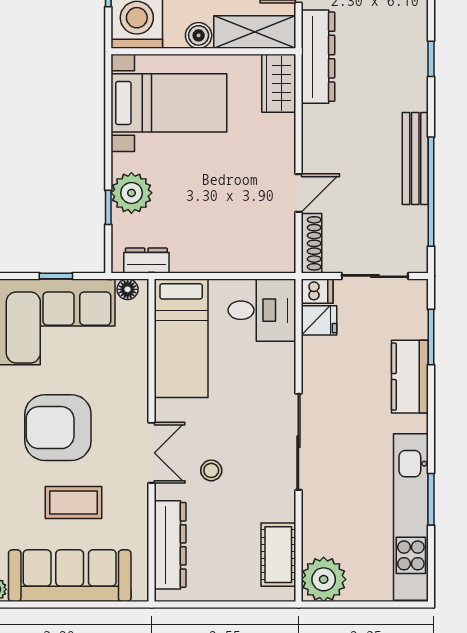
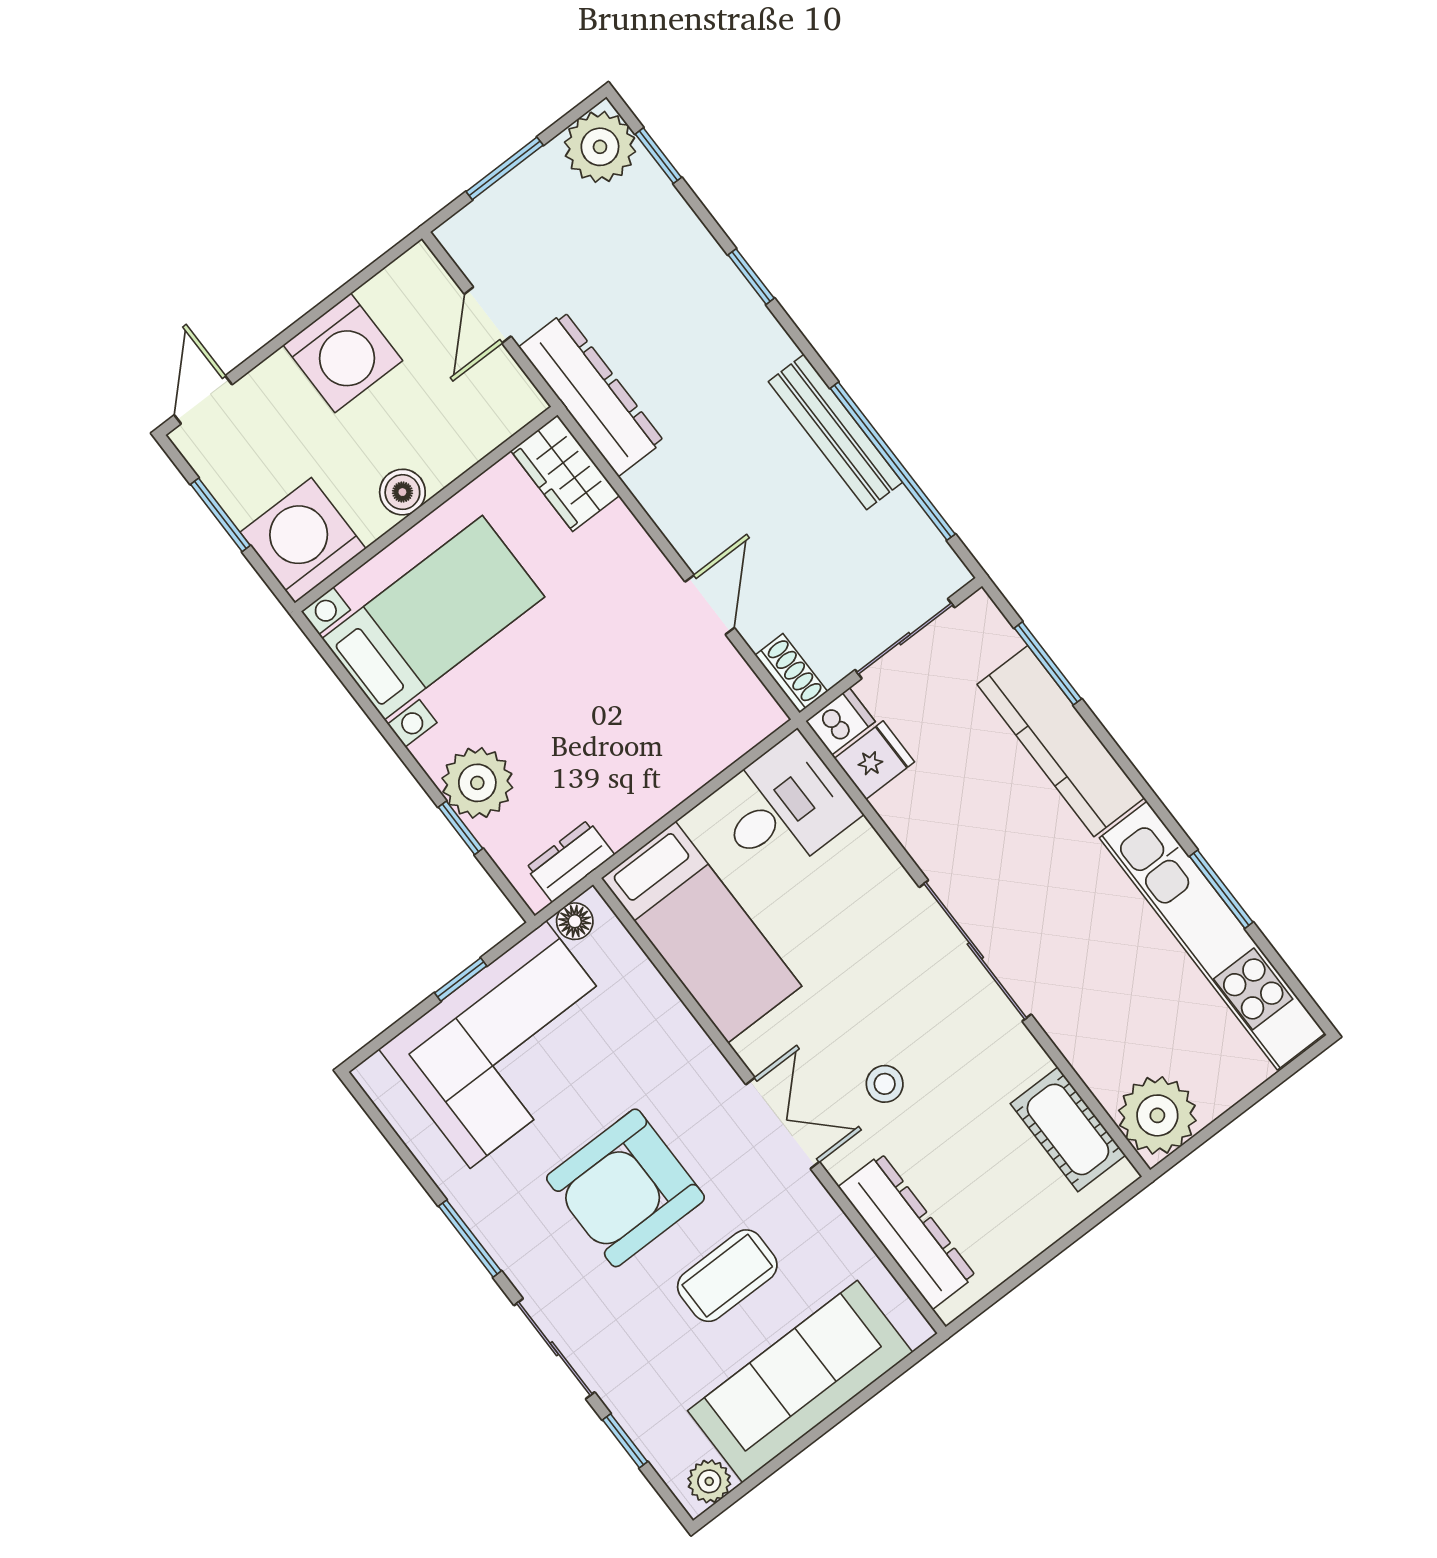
shelving: (255, 32) -> (477, 427), removed
shoe rack: (311, 243) -> (791, 673), width x0.70
kitchen counter: (410, 377) -> (1061, 741), width x1.50

